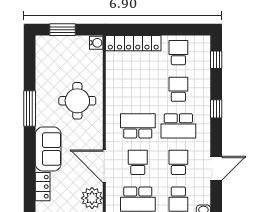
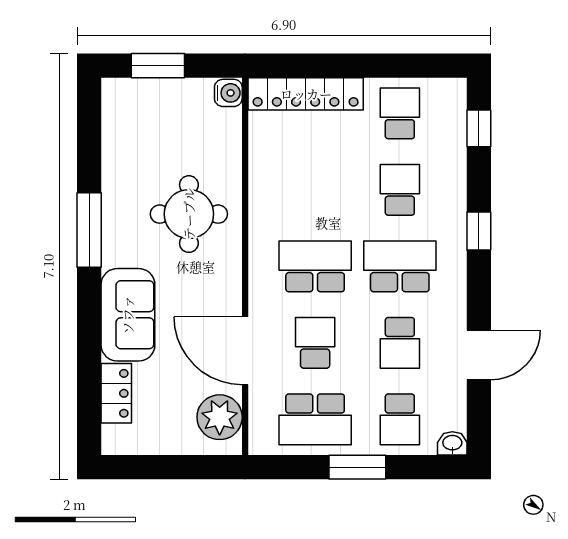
school desk: (178, 126) -> (400, 266), turned 180
school desk: (178, 162) -> (400, 343), turned 180

